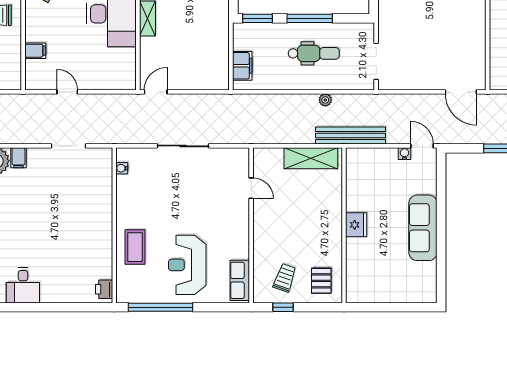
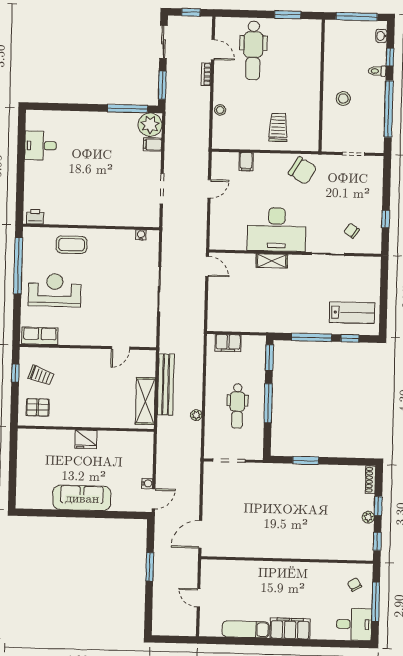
bench: (351, 136) -> (166, 384), moved

